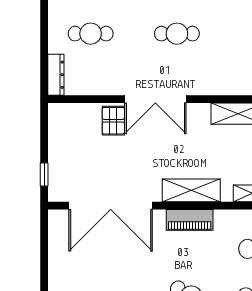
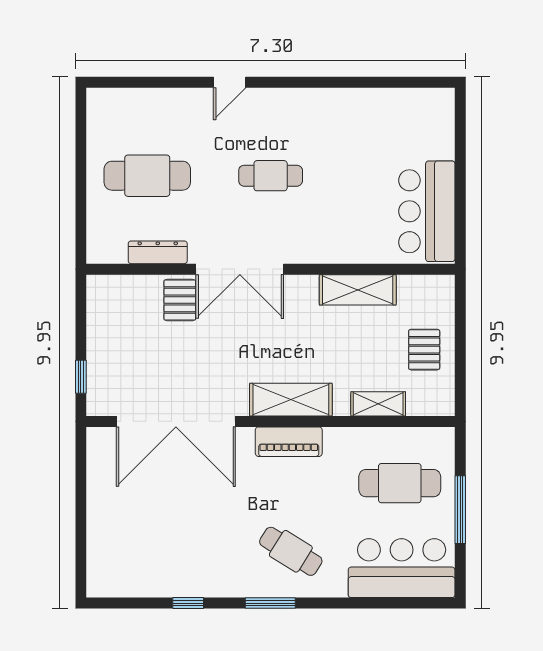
cafe table: (91, 34) -> (147, 176), width x1.37, depth x1.35
dresser: (56, 75) -> (158, 252), moved, turned -90

